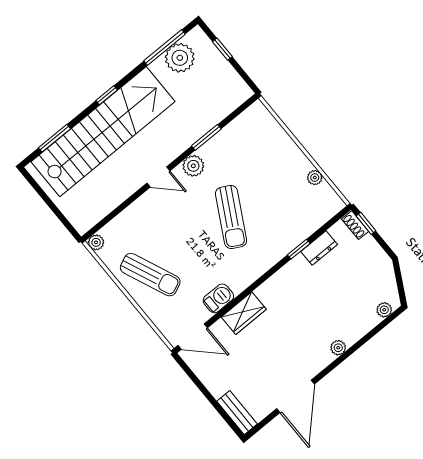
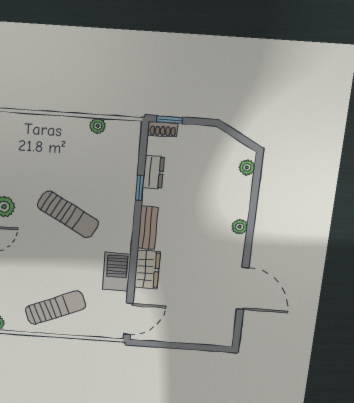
barbecue: (218, 298) -> (116, 272), width x1.38, depth x1.27
bench: (237, 413) -> (148, 228), moved, turned 90

